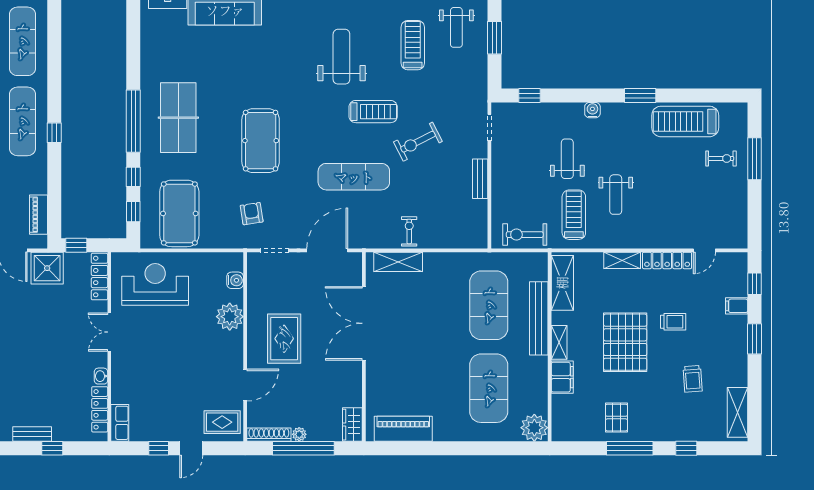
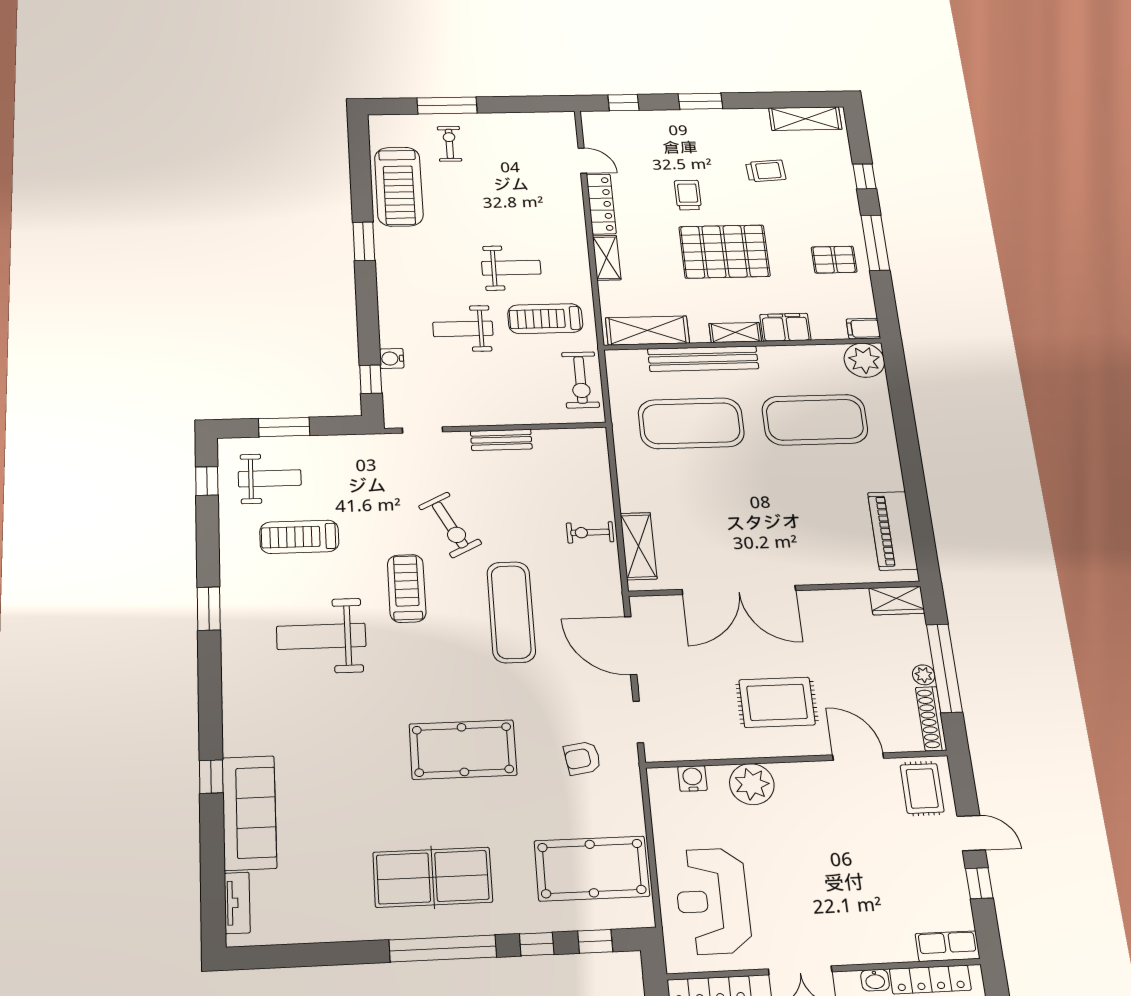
water cooler: (592, 110) -> (392, 358), moved
filing cabinet: (737, 306) -> (863, 329), moved, turned 90

